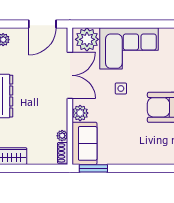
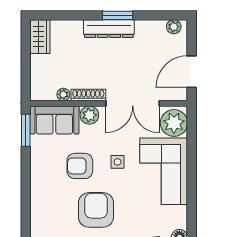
door: (42, 24) -> (192, 72), hinge flipped
armchair: (124, 121) -> (80, 166), added
shoe rack: (63, 153) -> (88, 95), moved, width x1.43

